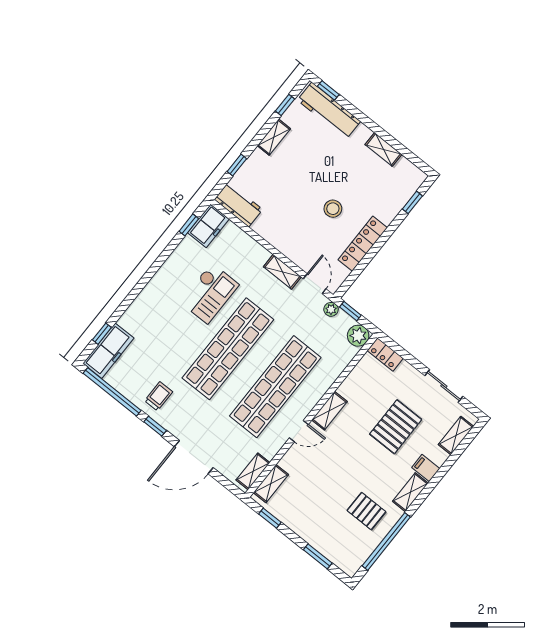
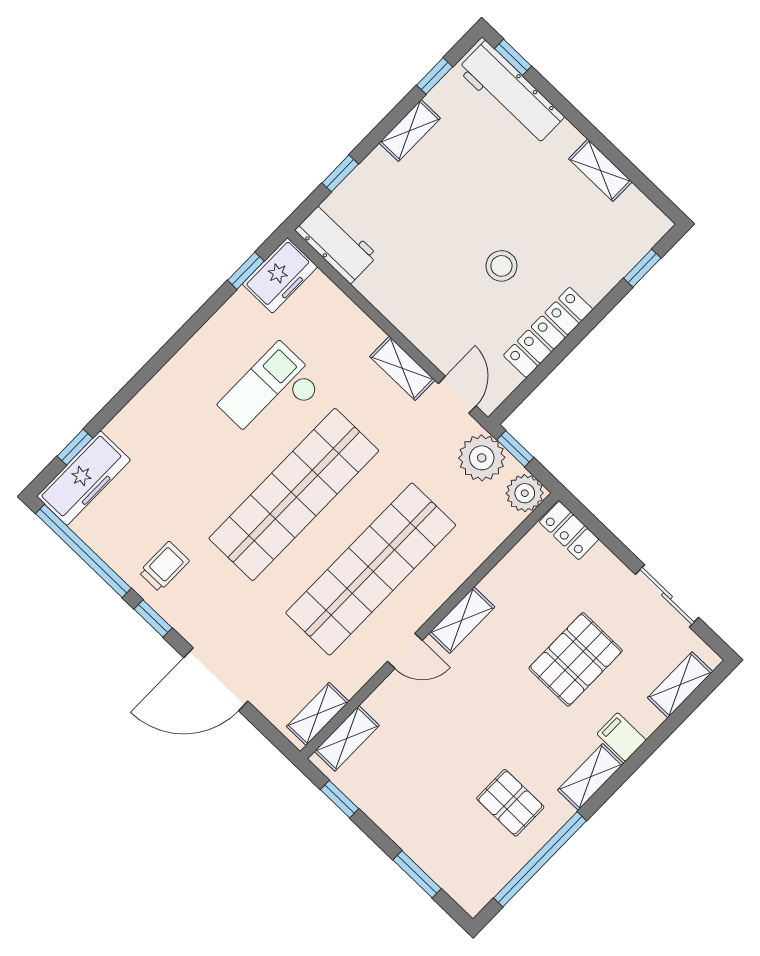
checkout: (209, 293) -> (271, 394), turned 180
plant: (331, 309) -> (482, 458), width x1.88, depth x1.88

